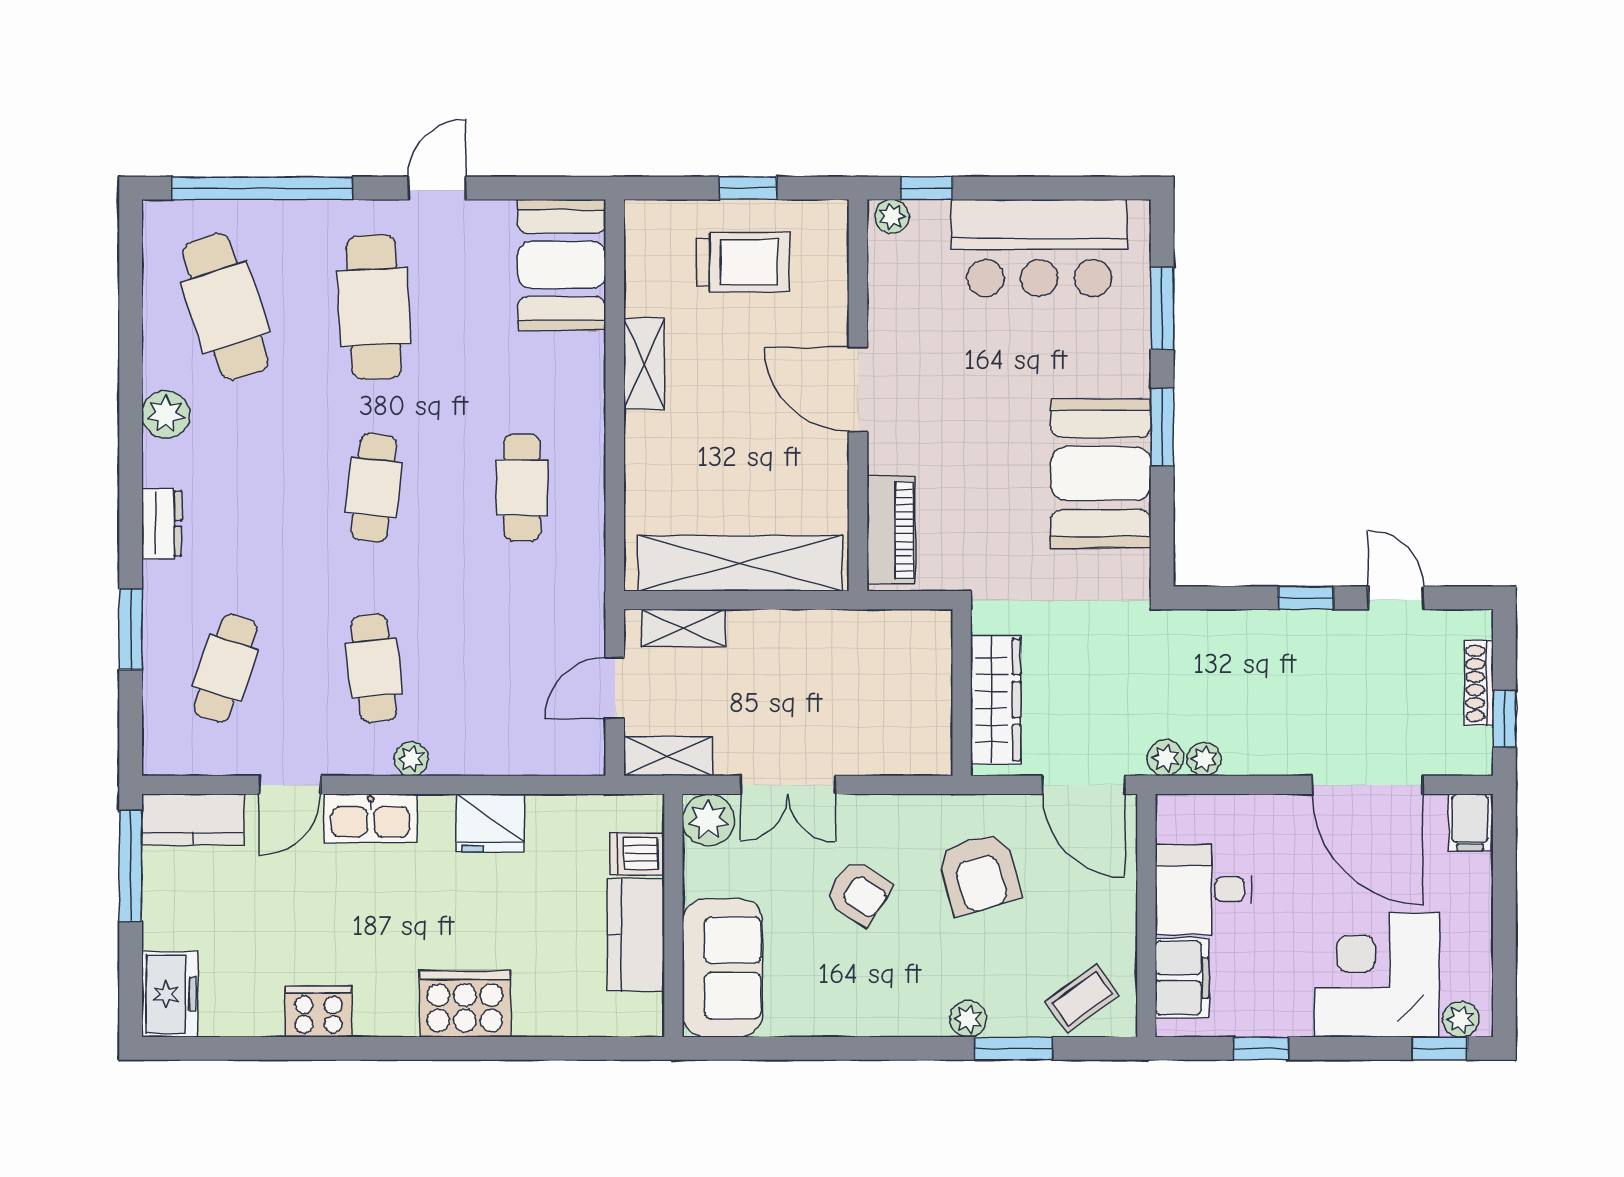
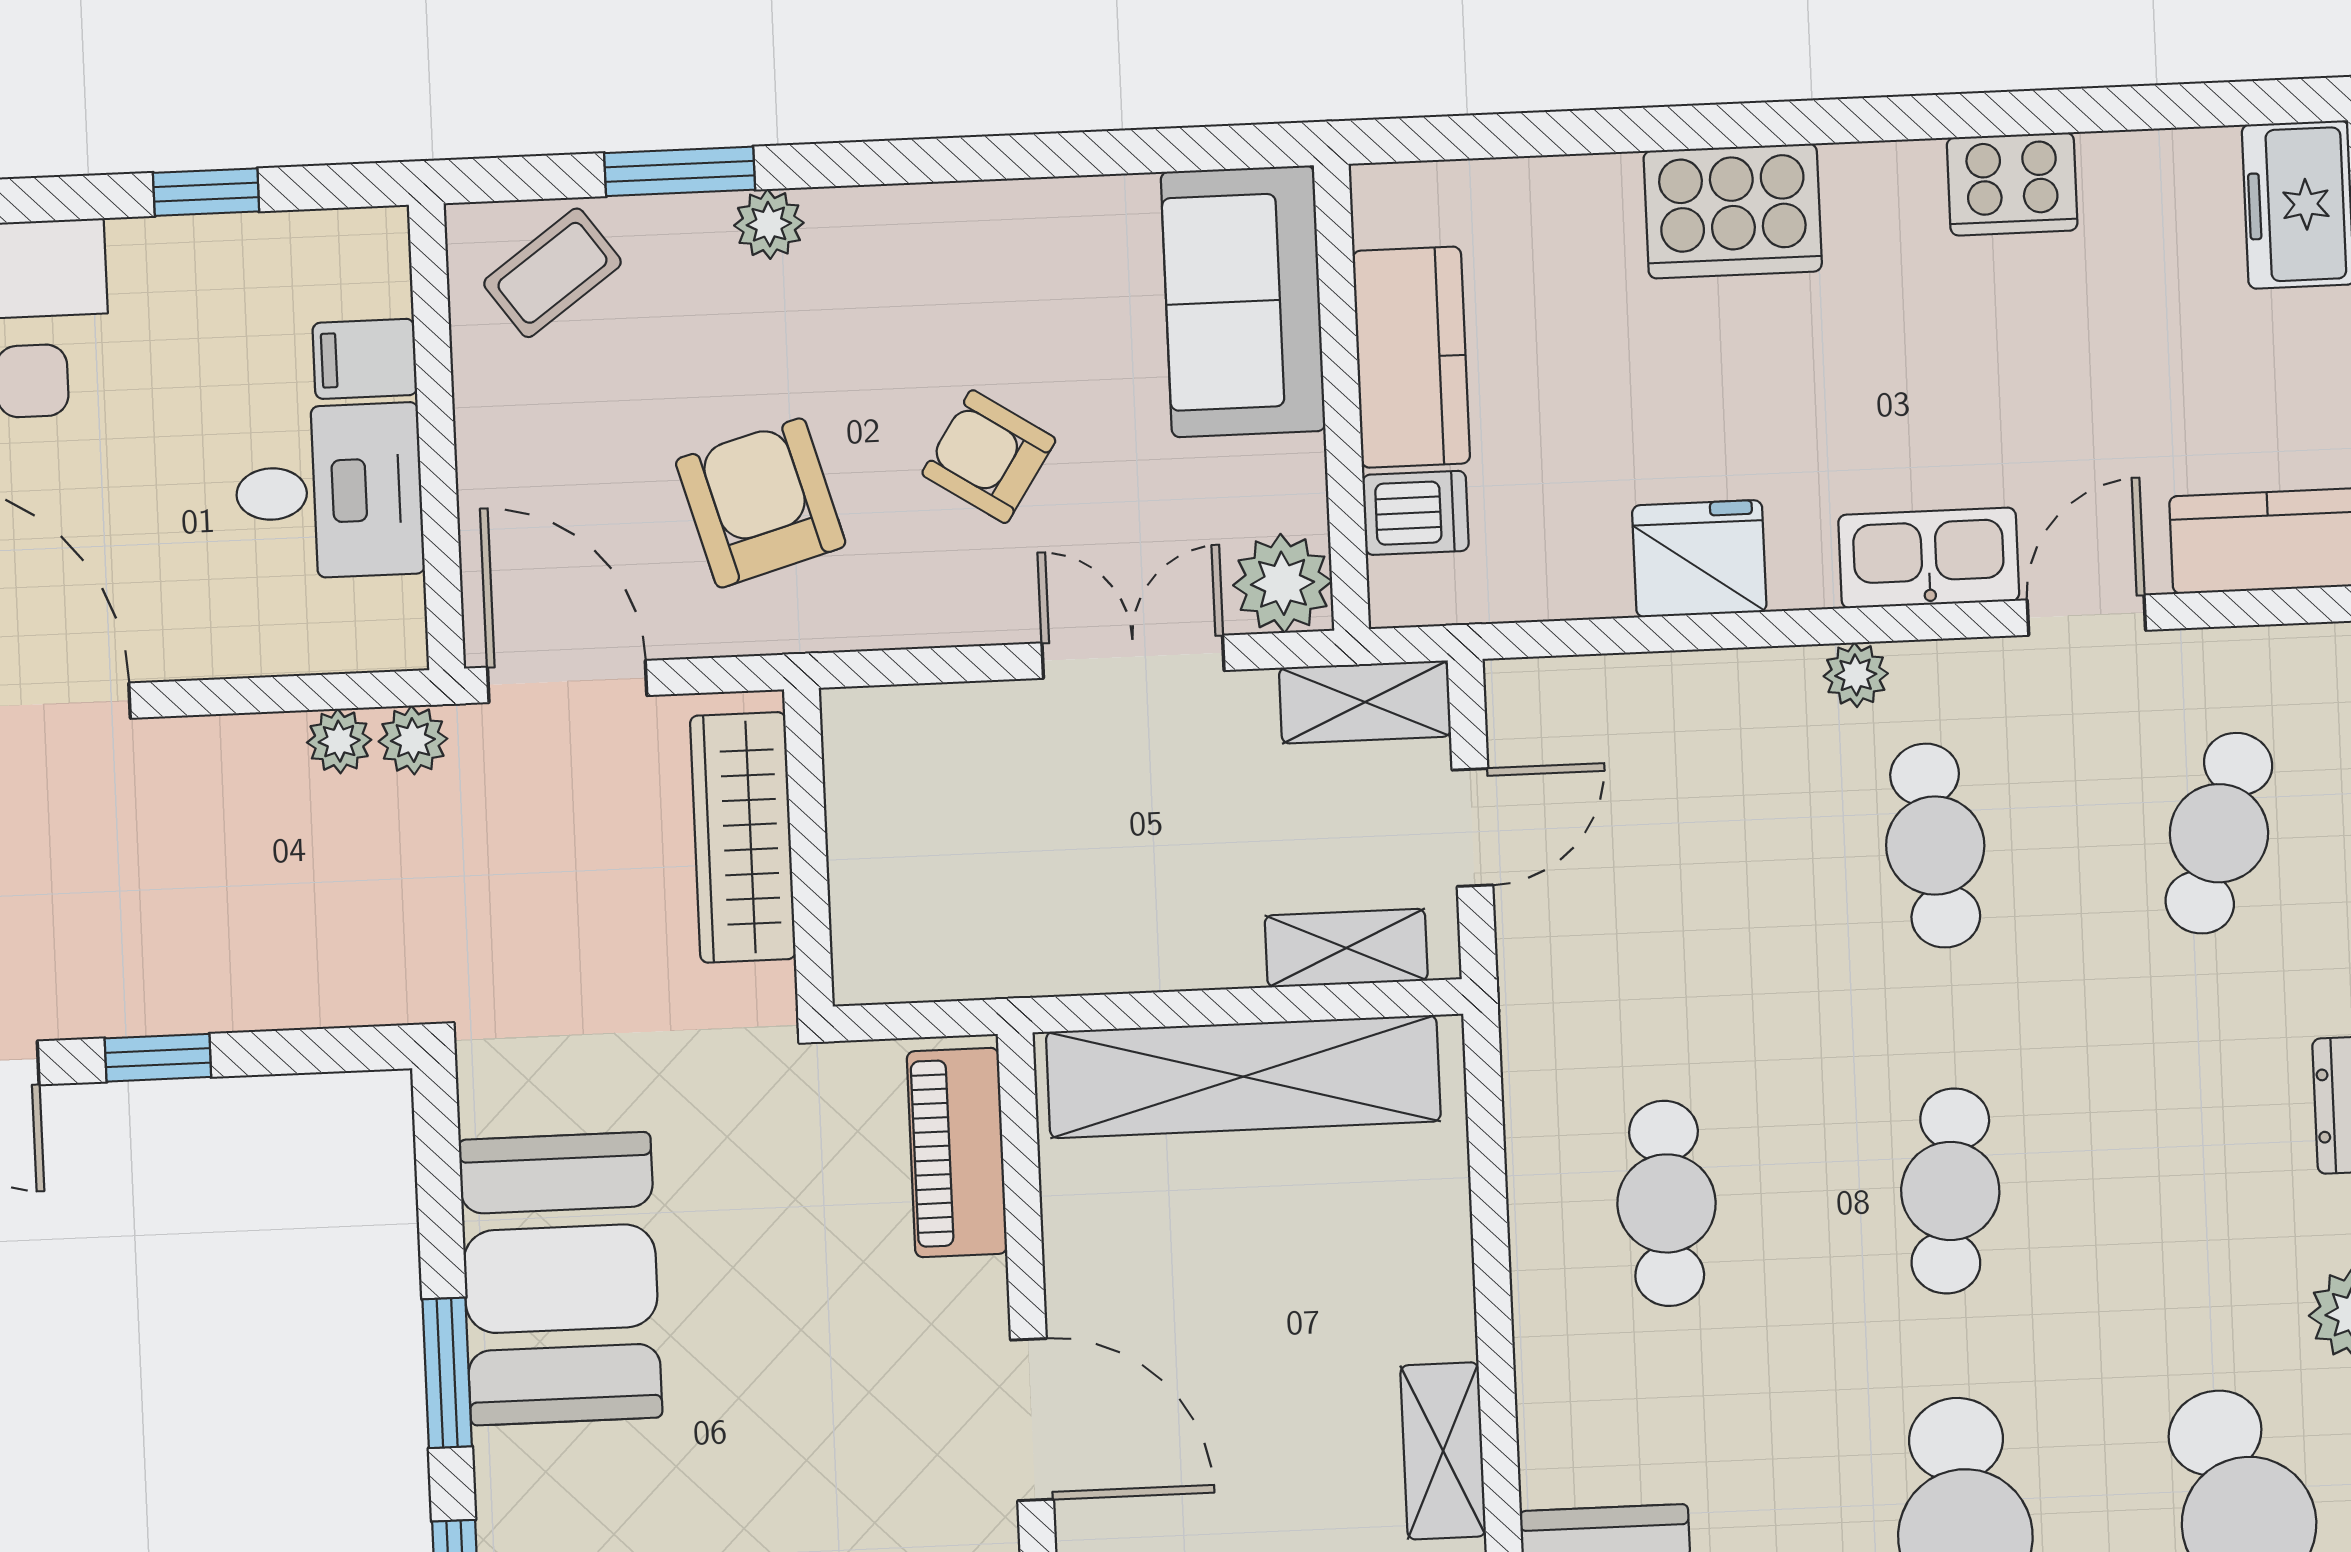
filing cabinet: (1182, 978) -> (365, 359), width x0.50

